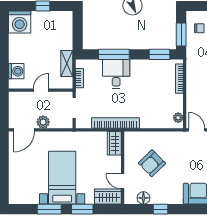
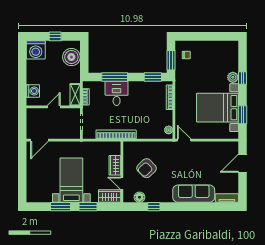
boiler: (62, 31) -> (71, 57), added
shelving: (67, 63) -> (75, 95), moved
plant: (43, 122) -> (55, 134), removed
wardrobe: (114, 143) -> (115, 165), moved

